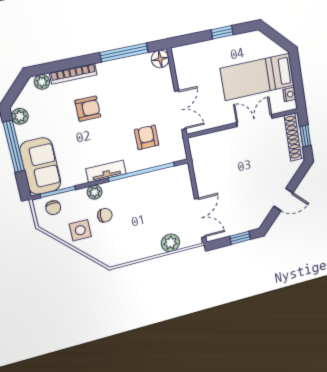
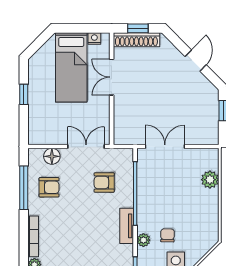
floor lamp: (160, 59) -> (52, 156), moved
armchair: (88, 109) -> (49, 187), moved, turned 90
double door: (200, 218) -> (165, 147), moved

